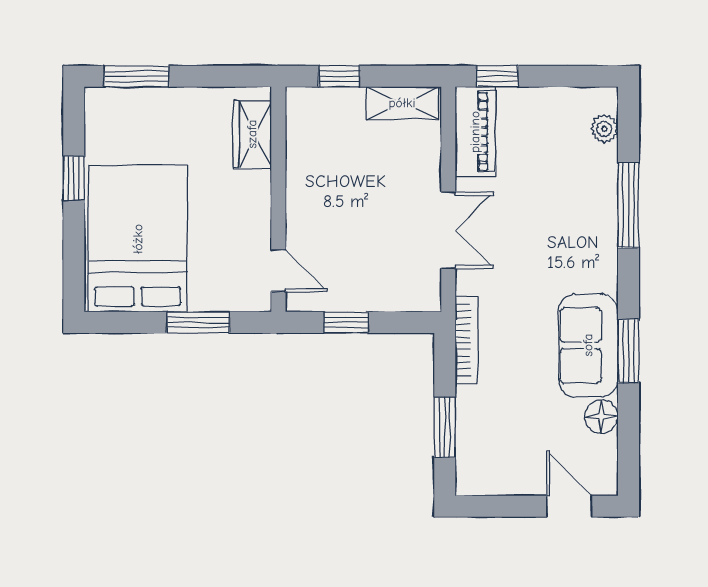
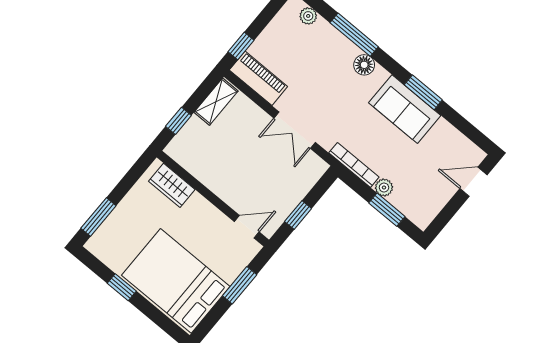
double door: (448, 230) -> (295, 130), swing flipped
plant: (469, 401) -> (384, 188), added
floor lamp: (601, 416) -> (364, 65), moved

